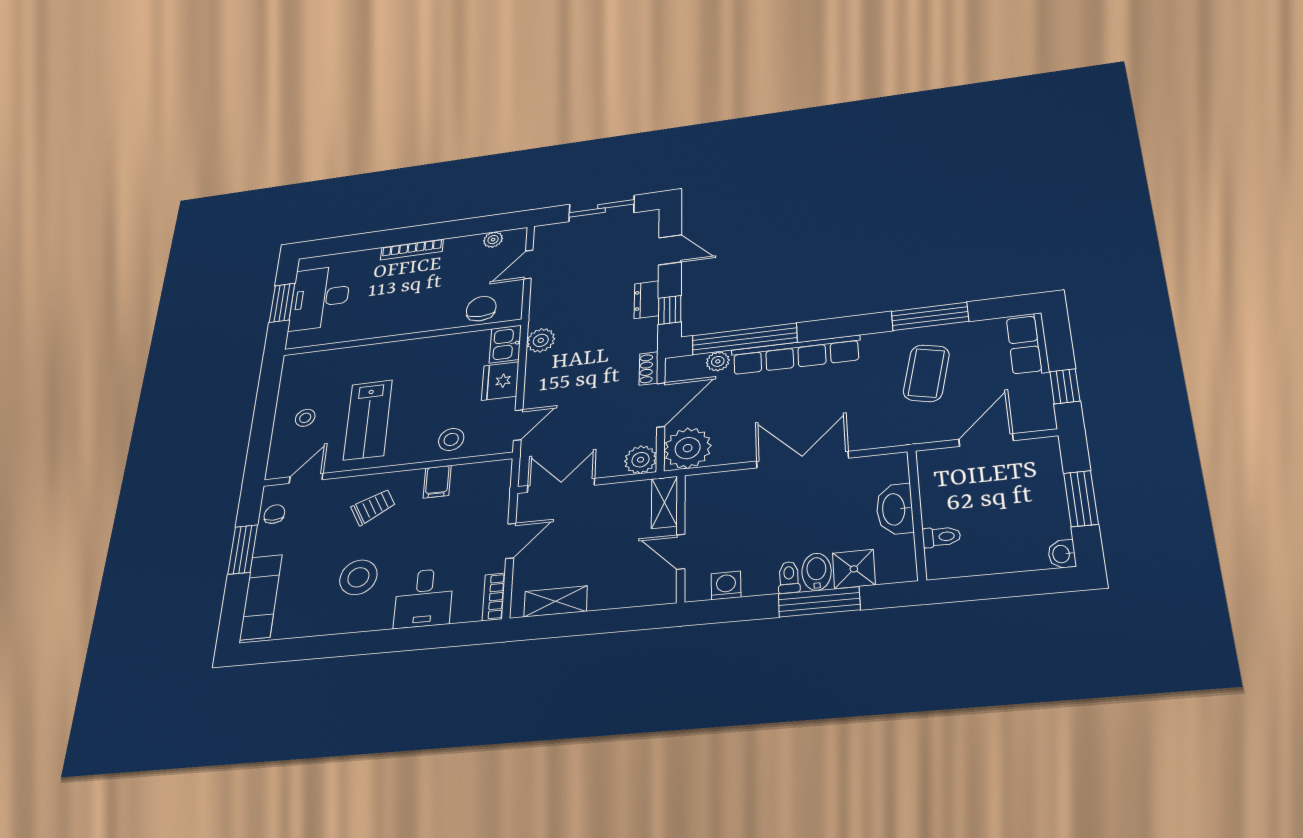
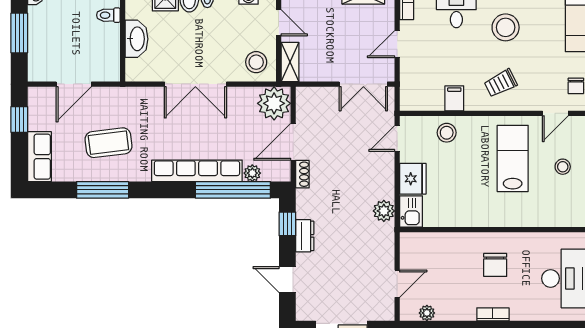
bookcase: (412, 249) -> (493, 314), width x0.64
chair: (481, 309) -> (495, 265), moved
coffee table: (926, 373) -> (108, 143), turned 70
plant: (641, 460) -> (307, 98), removed
stool: (714, 497) -> (256, 62), added

